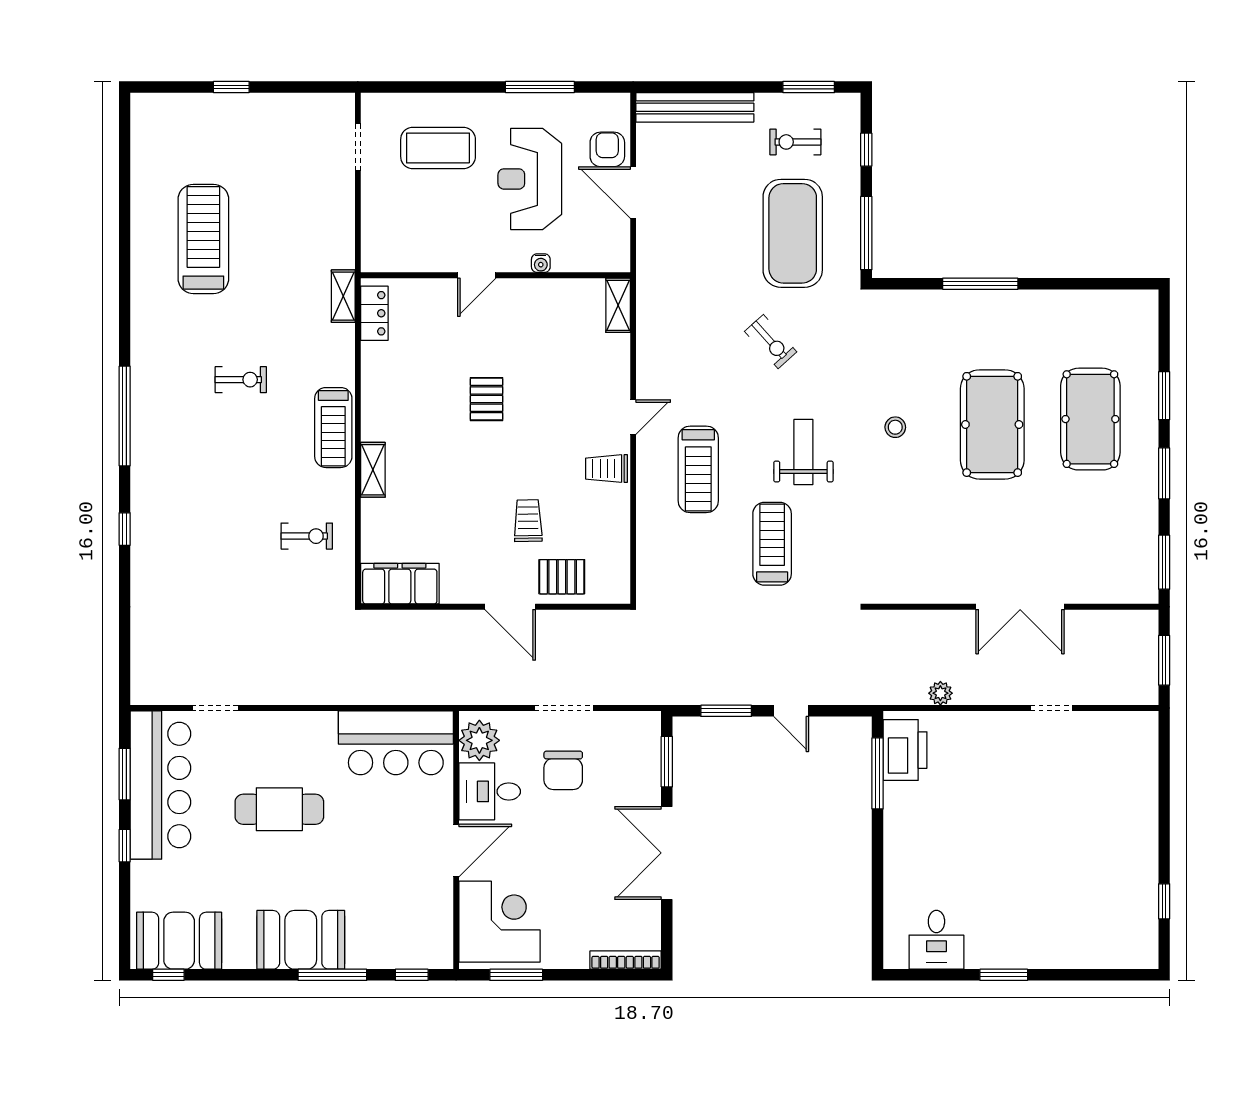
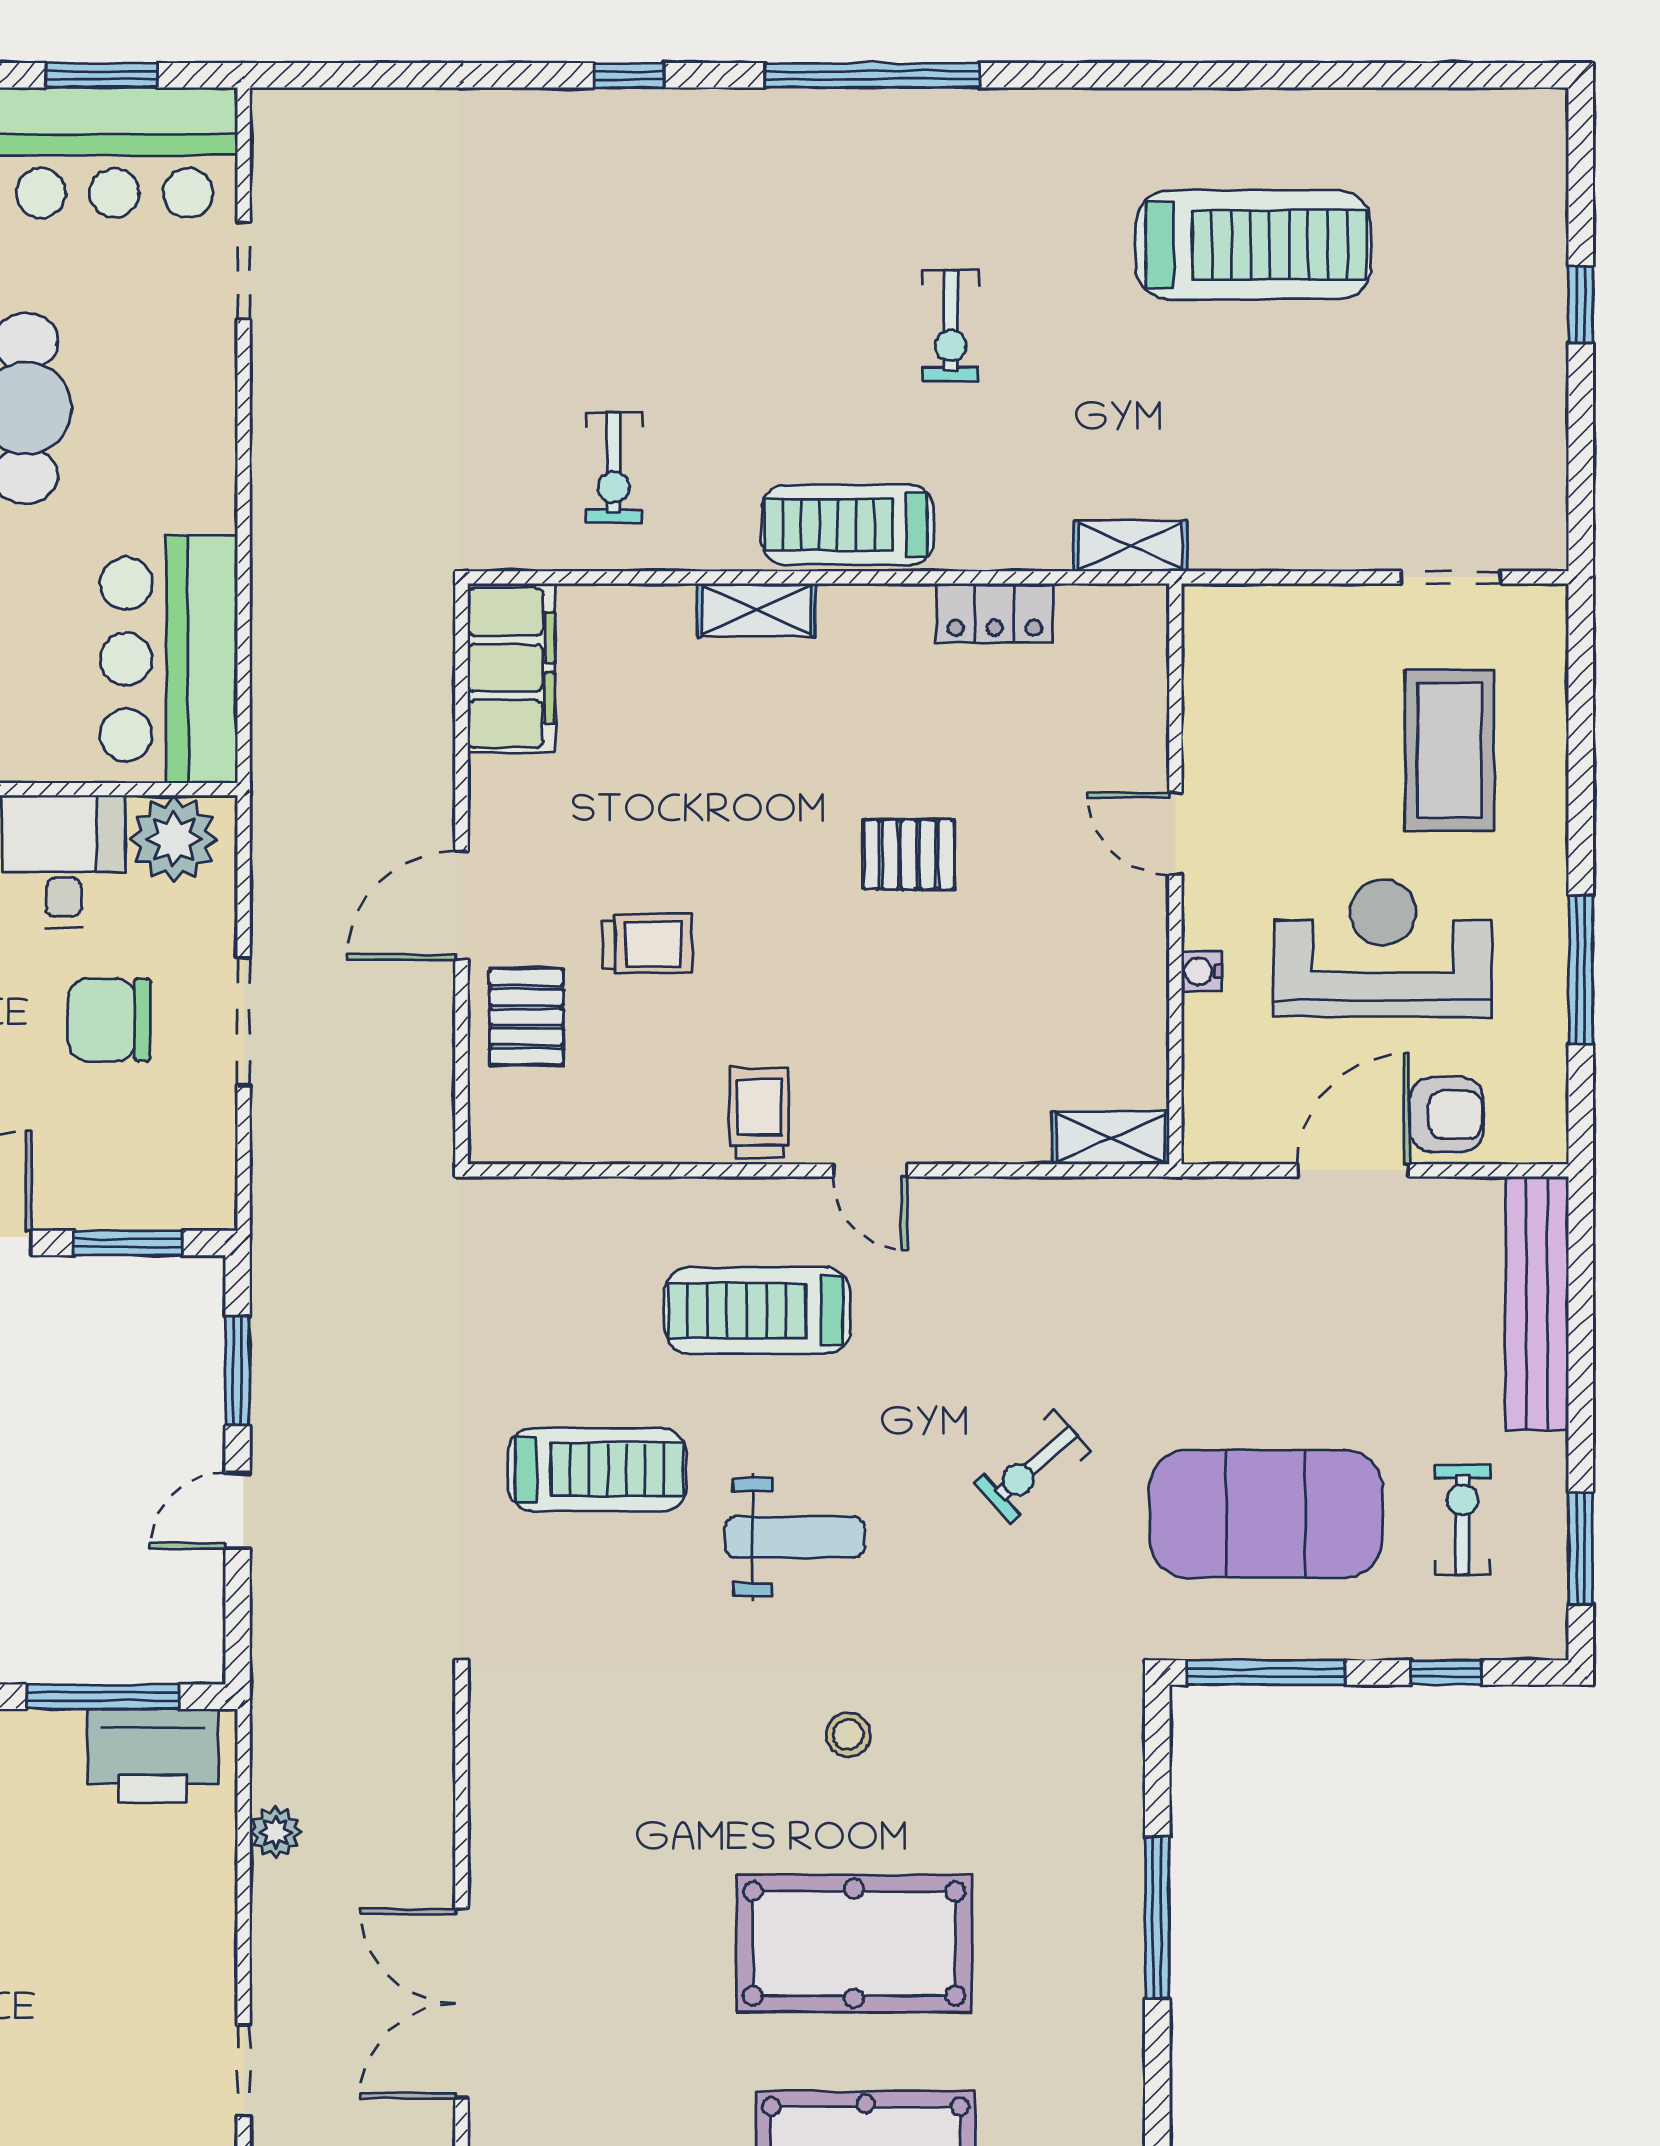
locker: (374, 313) -> (995, 613), moved

